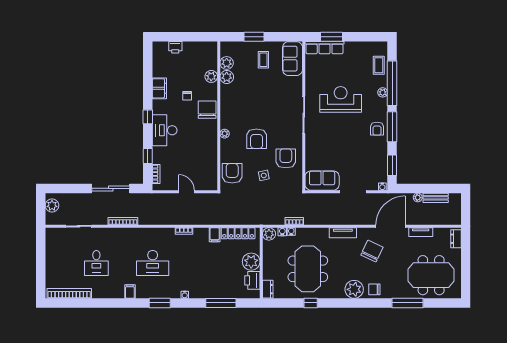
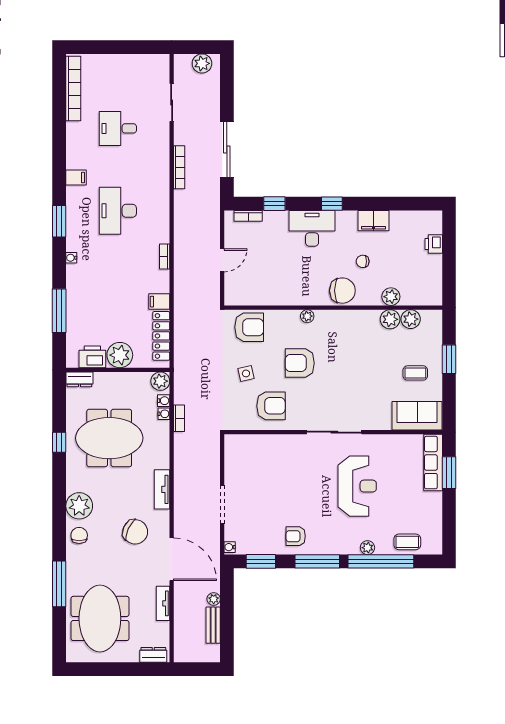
armchair: (377, 129) -> (296, 536), moved
sofa: (322, 181) -> (238, 459), removed

